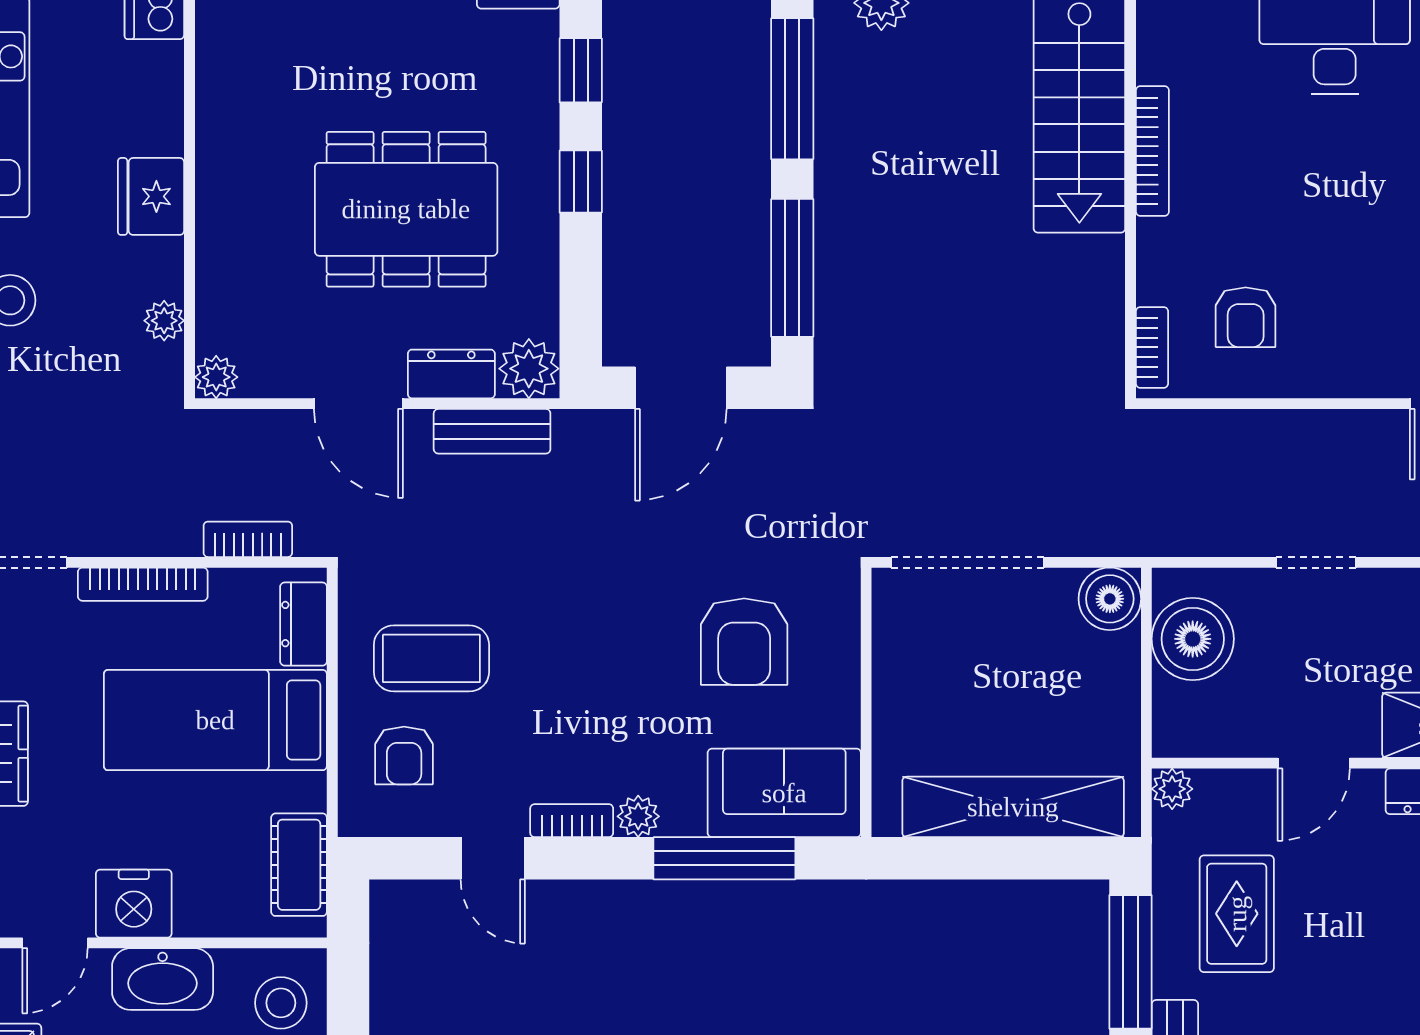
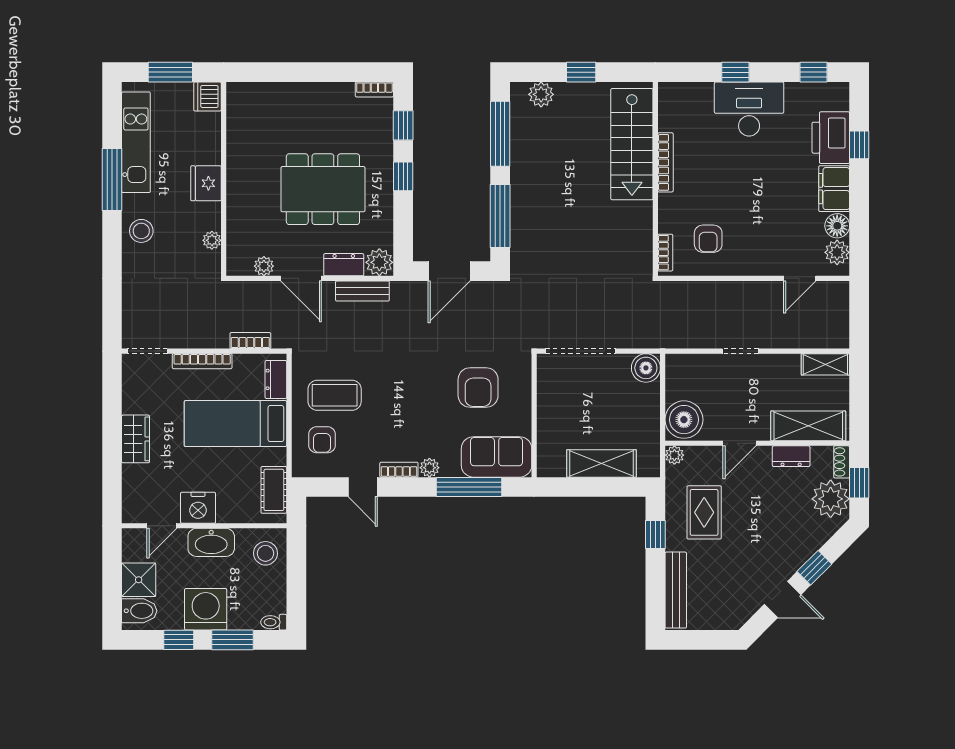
plant: (216, 377) -> (264, 266), moved
boiler: (1193, 639) -> (684, 420), moved
shelving: (1013, 807) -> (602, 463), width x0.68
window: (1131, 962) -> (655, 534), width x0.46

